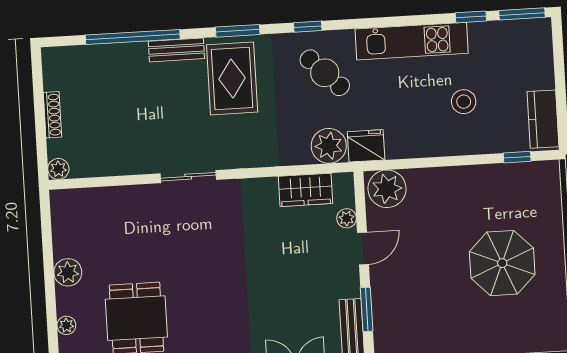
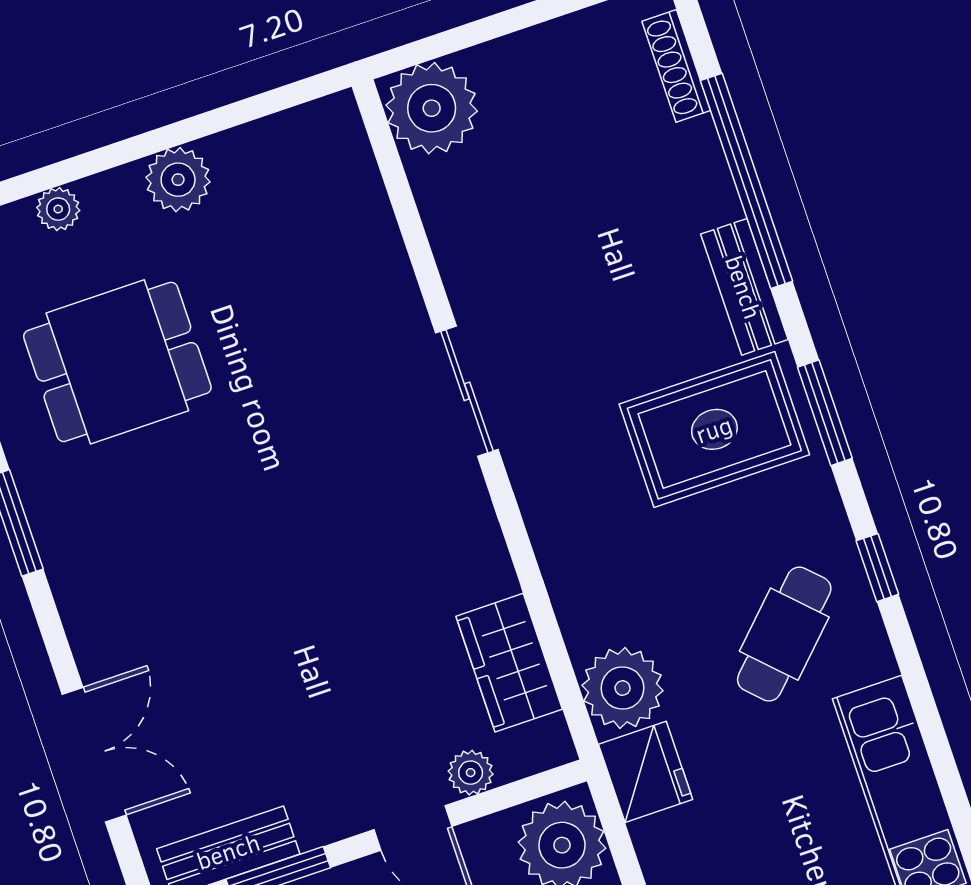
shoe rack: (52, 115) -> (676, 66), moved, turned 90
plant: (58, 169) -> (432, 108), width x1.87, depth x1.87

